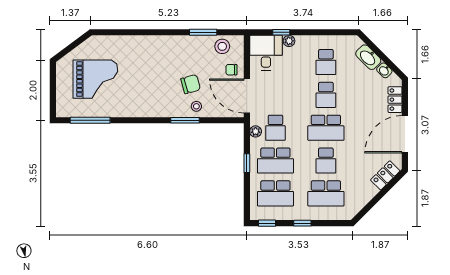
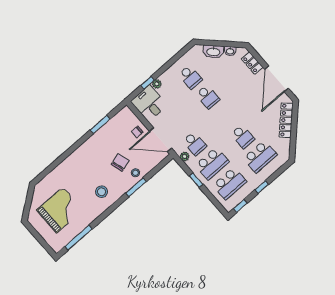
stool: (222, 46) -> (102, 192), moved
school desk: (326, 128) -> (225, 117), removed
locker: (385, 175) -> (286, 120), width x1.53

